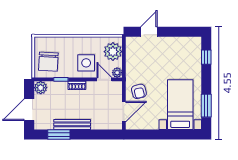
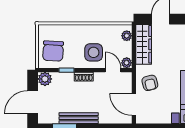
plant: (113, 52) -> (127, 36), width x0.53, depth x0.53
wardrobe: (133, 55) -> (144, 44), added
door: (124, 112) -> (134, 104), swing flipped

